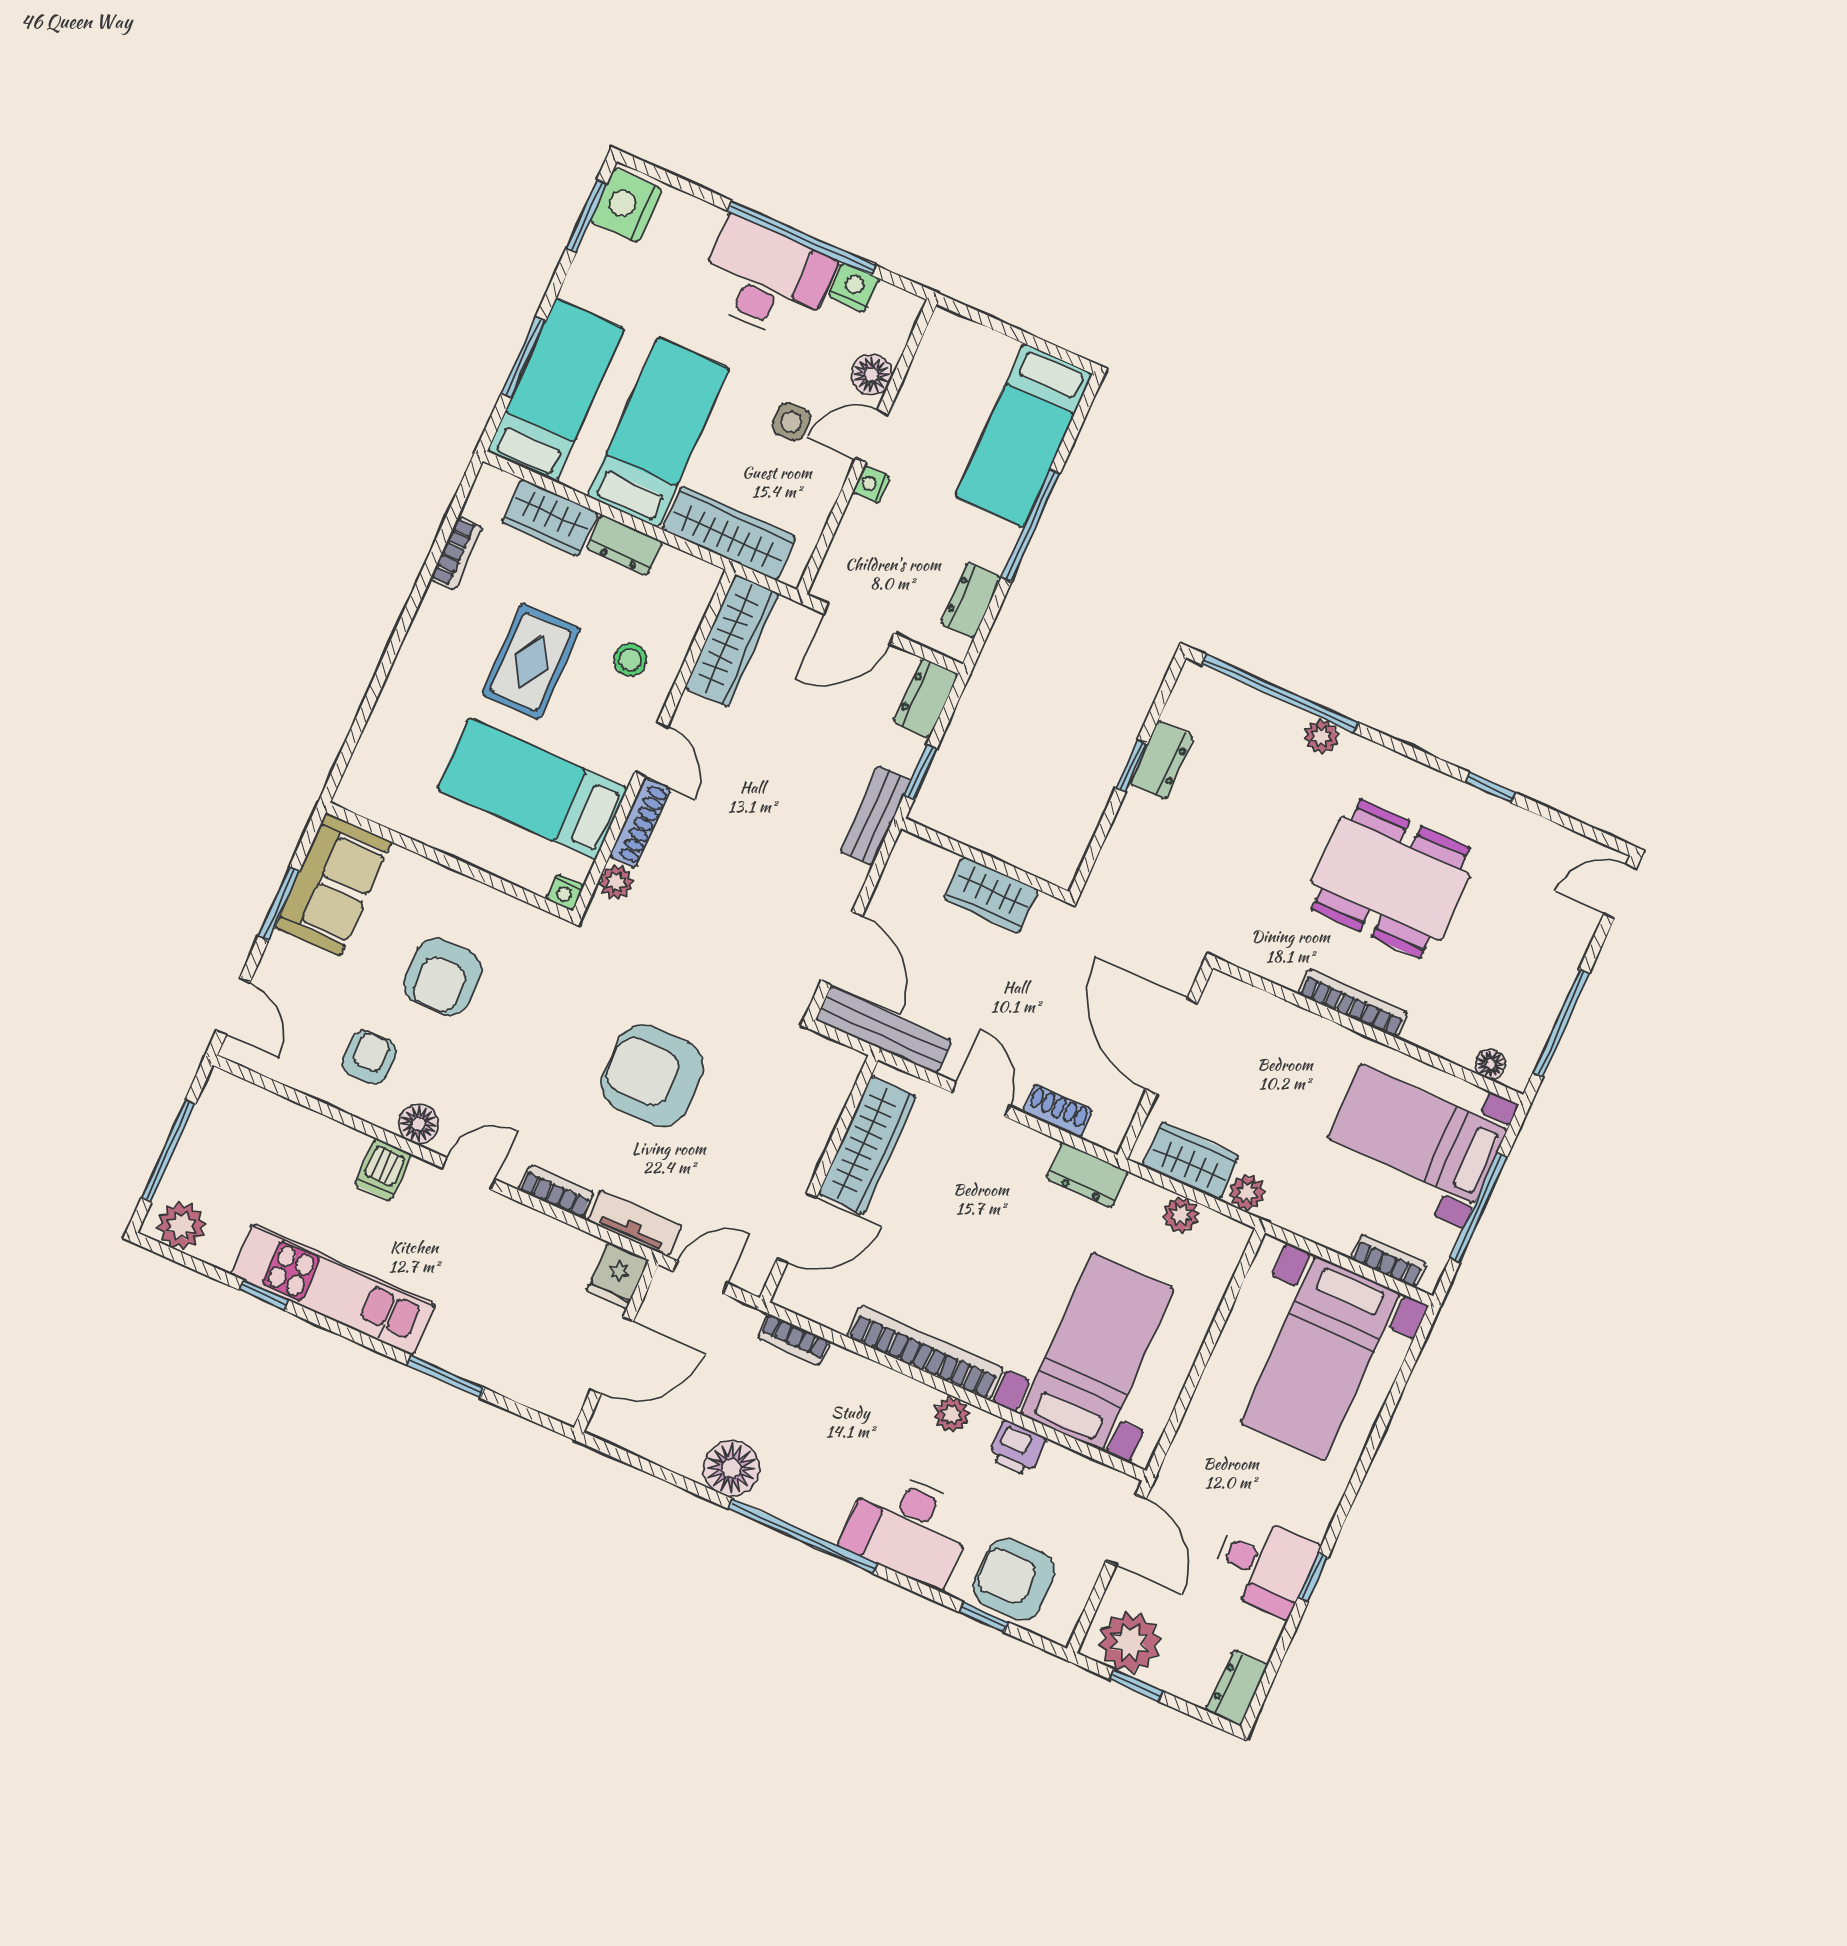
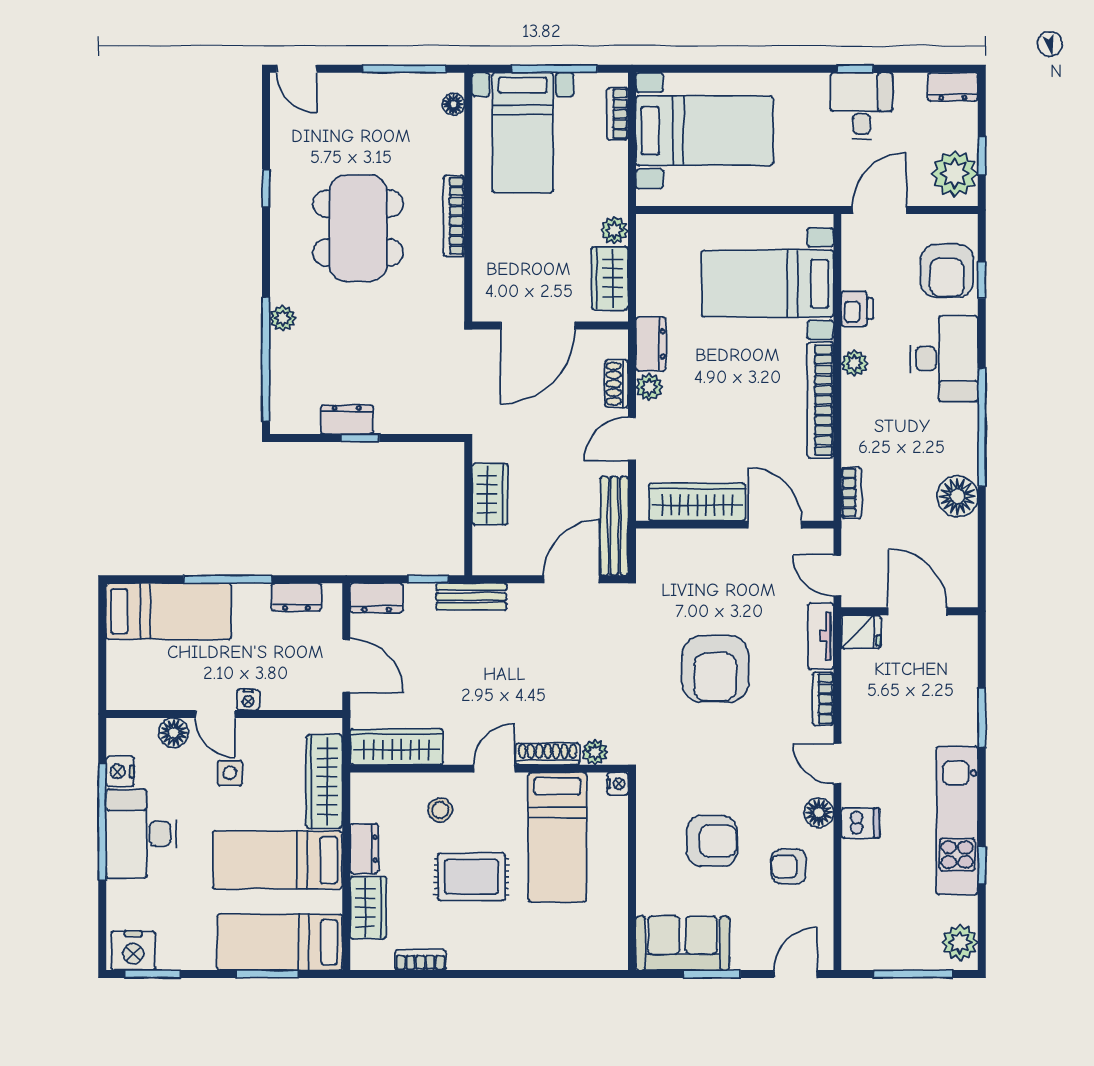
plant: (1181, 1215) -> (649, 387), moved

